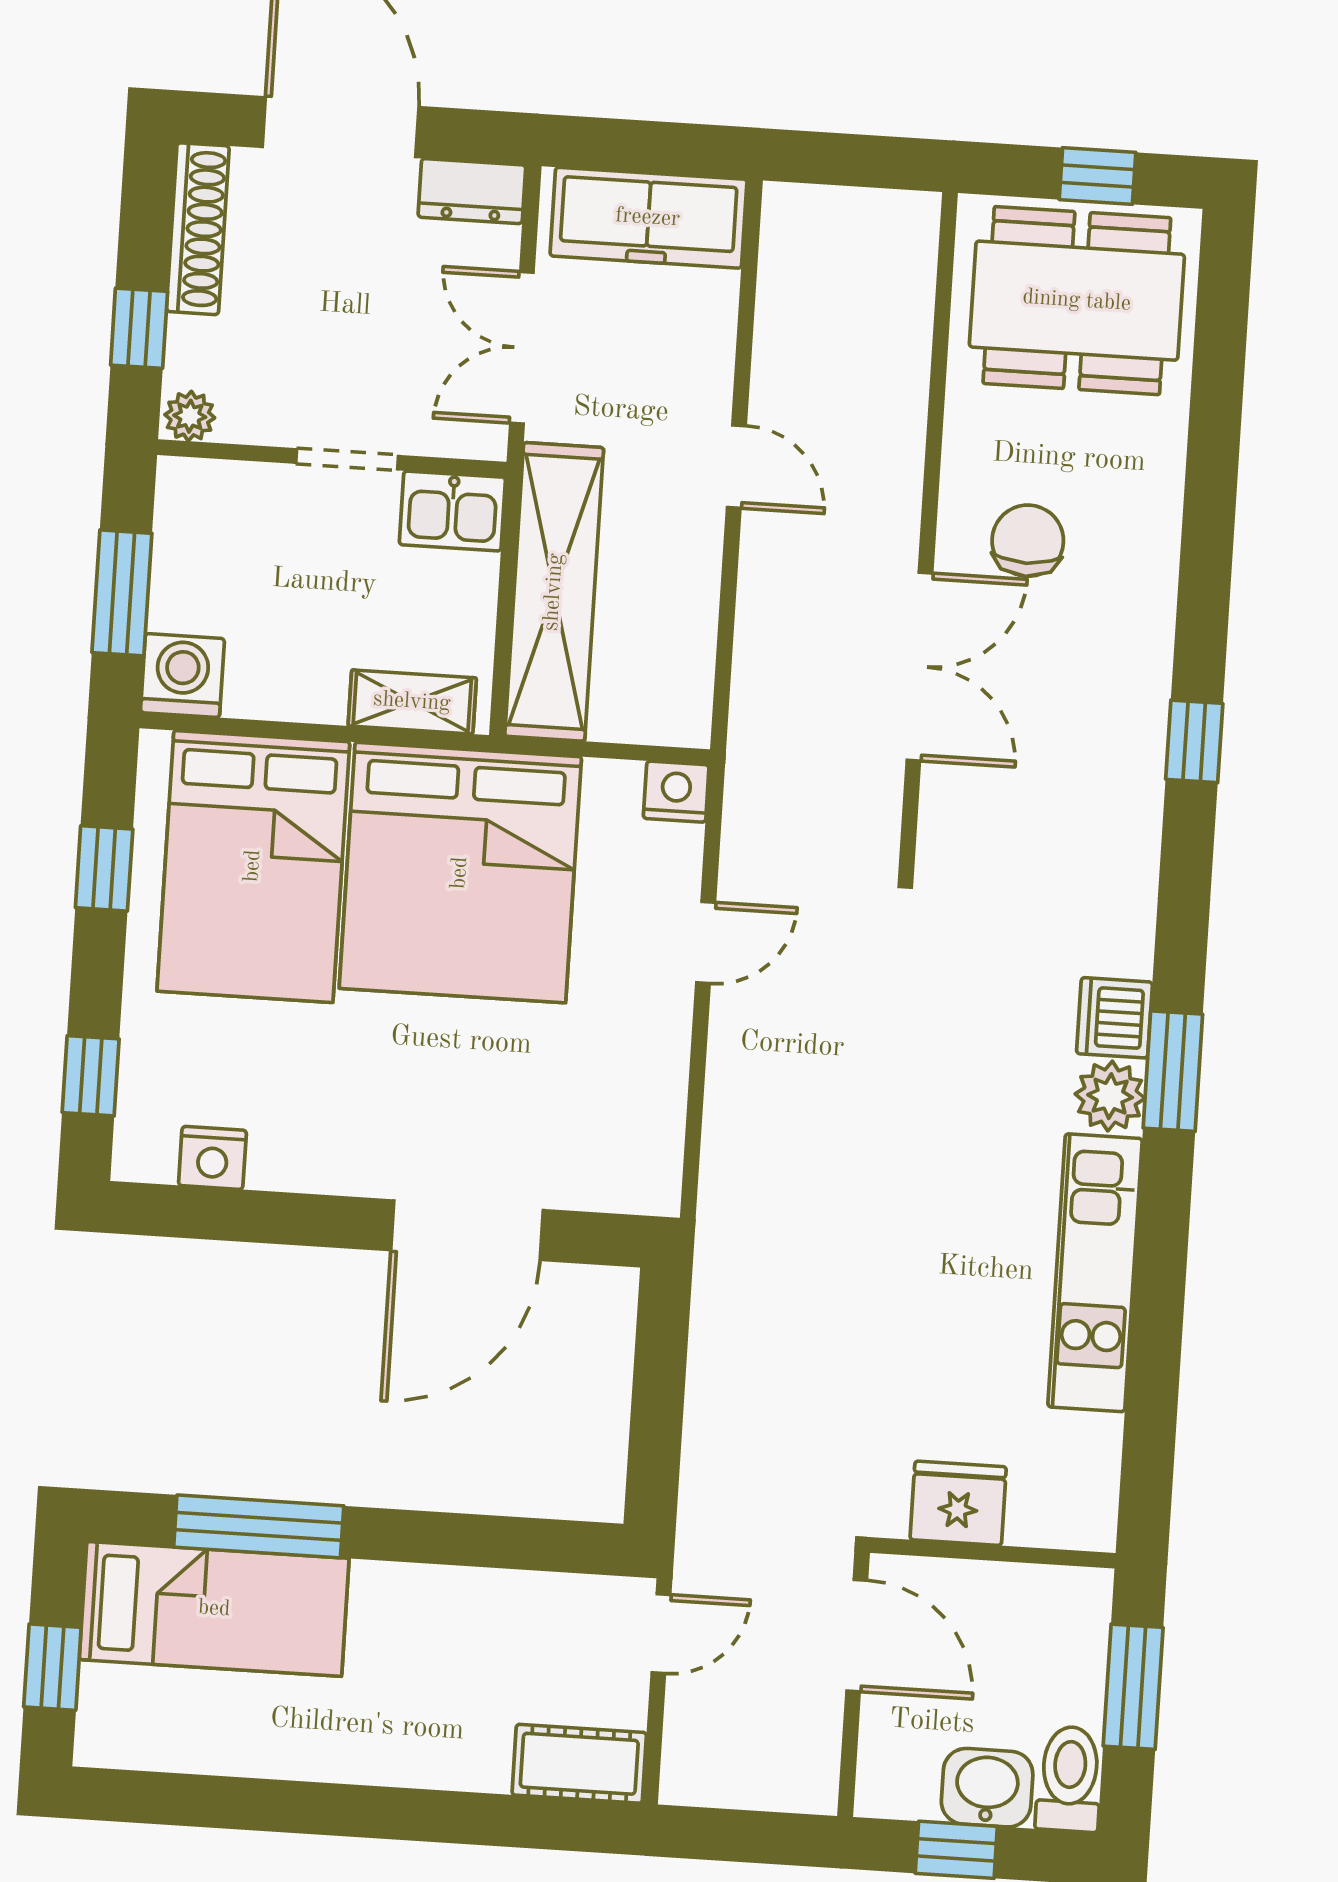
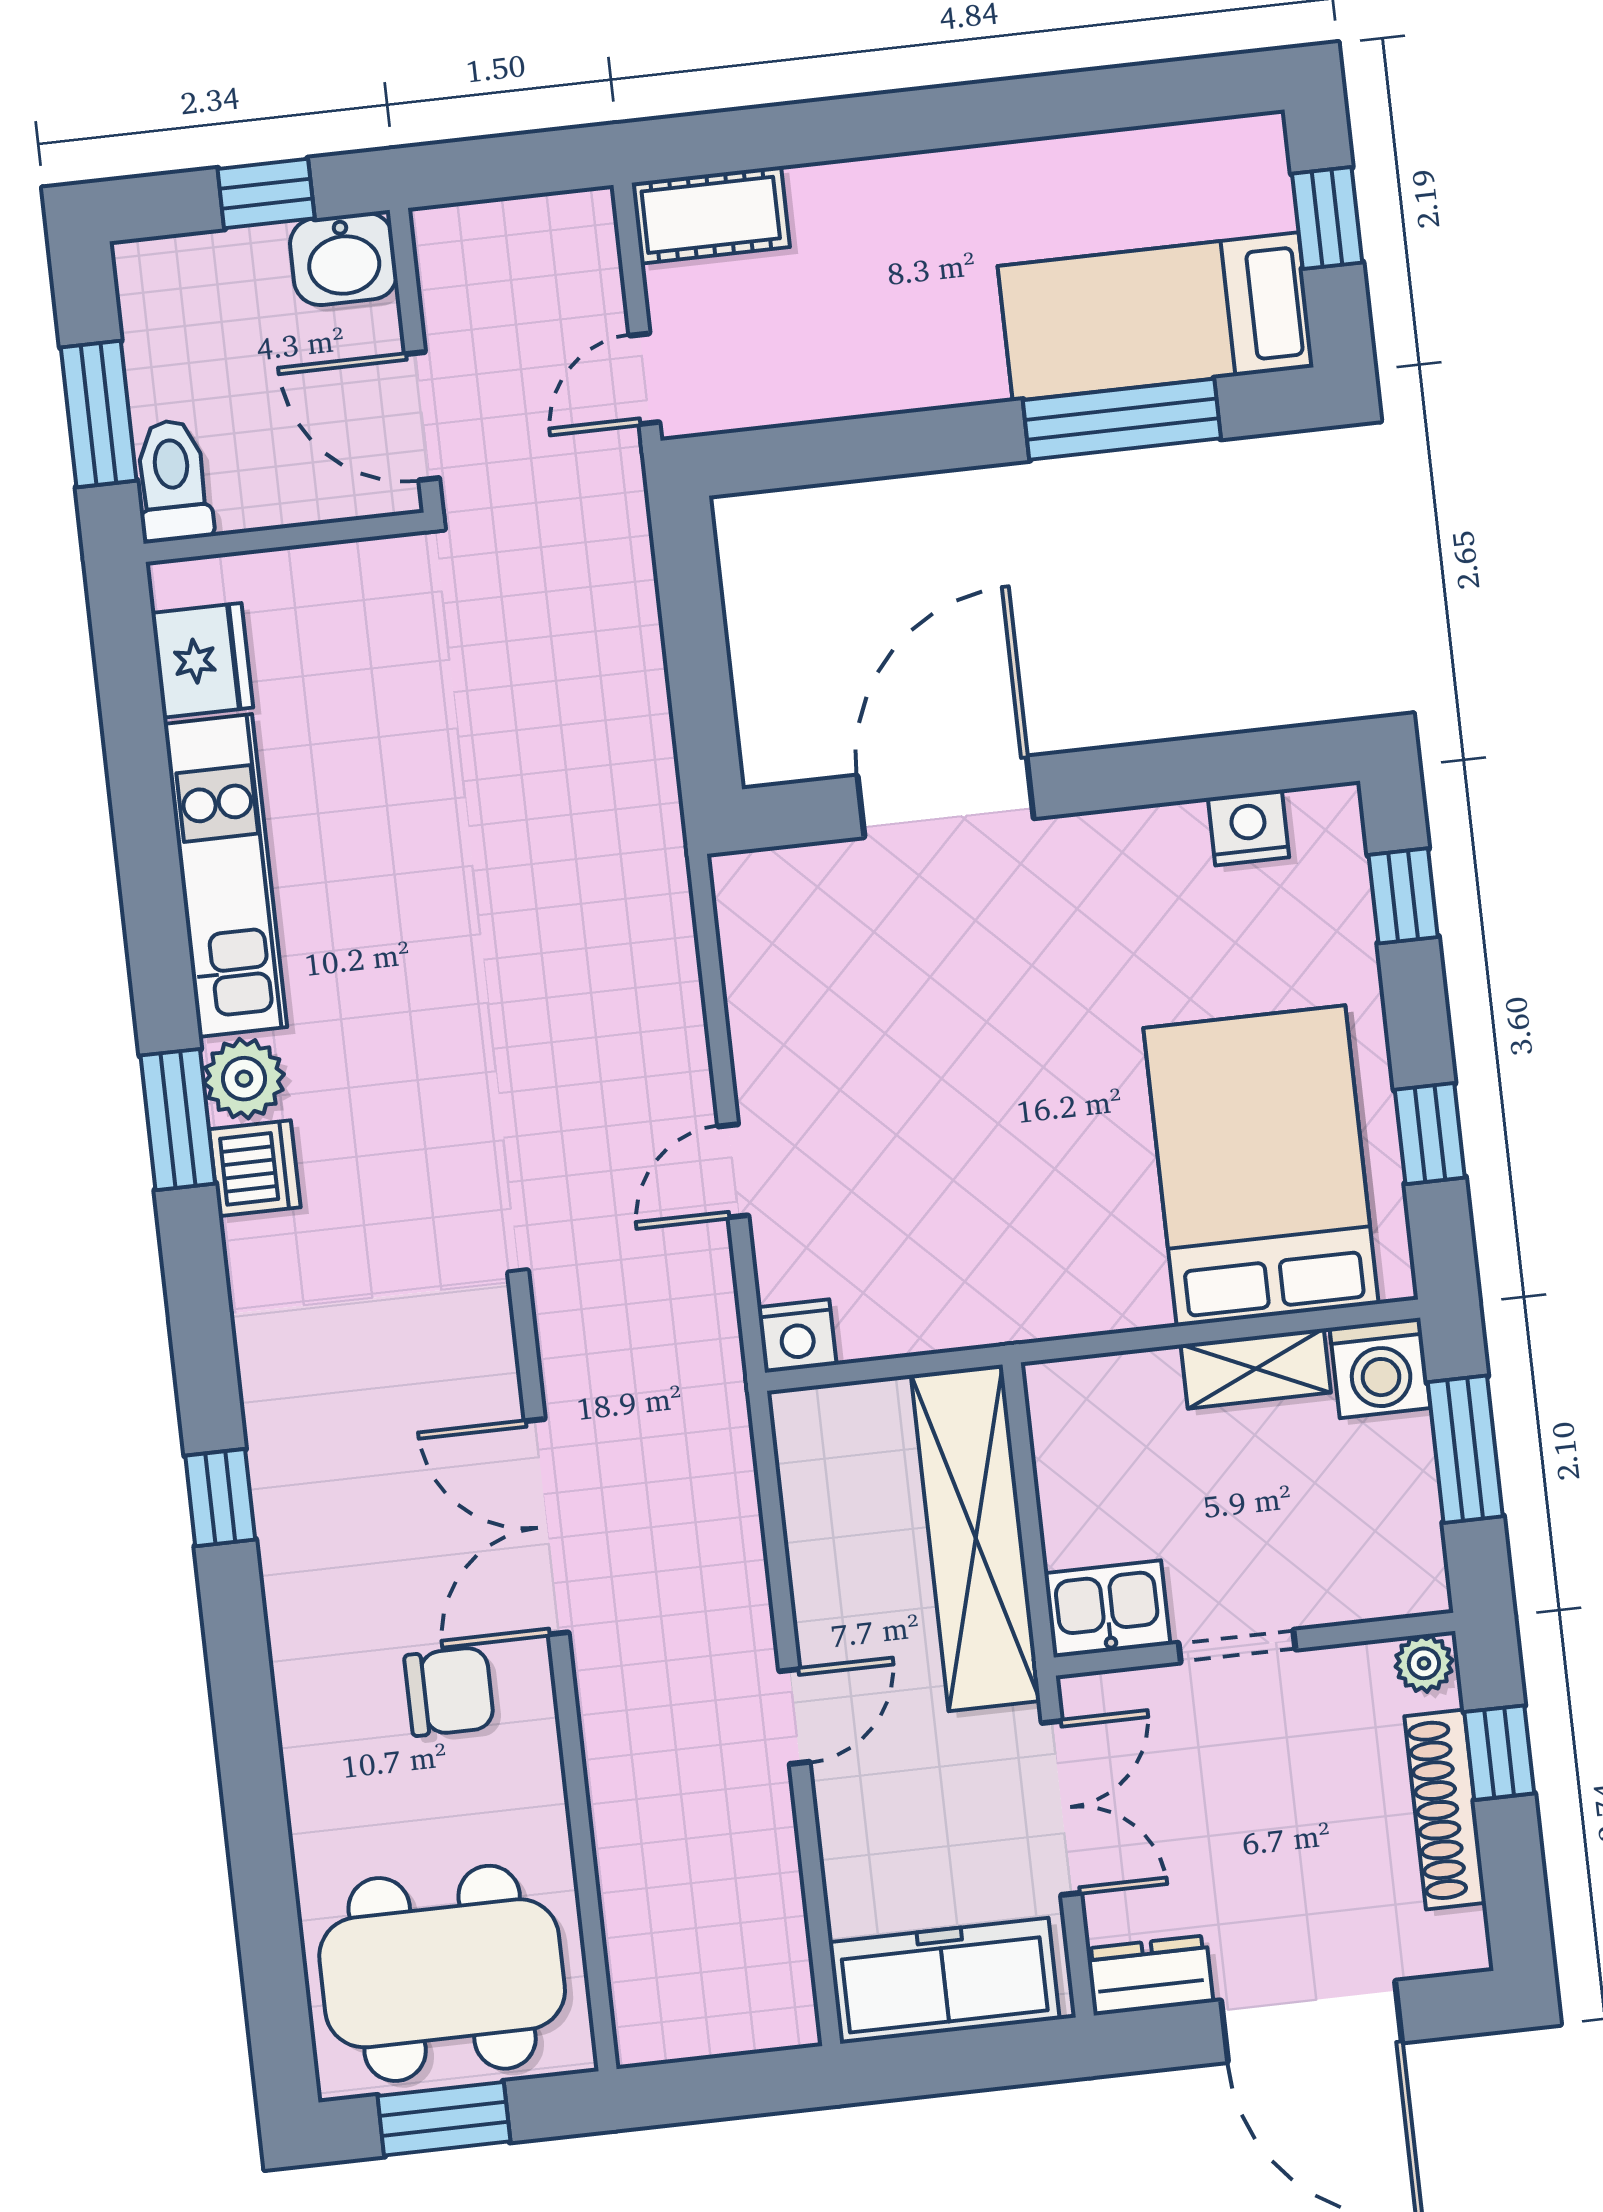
window: (1097, 176) -> (444, 2119), width x1.50
shoe rack: (198, 229) -> (1445, 1809), moved
door: (736, 467) -> (794, 1717), swing flipped
chair: (1028, 541) -> (449, 1691), turned -90
shelving: (412, 702) -> (1256, 1369), moved
bed: (460, 873) -> (1025, 1201), removed
fridge: (958, 1503) -> (202, 660), moved, turned -90
toilet: (1069, 1779) -> (173, 481), moved, turned 180
washbasin: (987, 1788) -> (344, 259), moved

